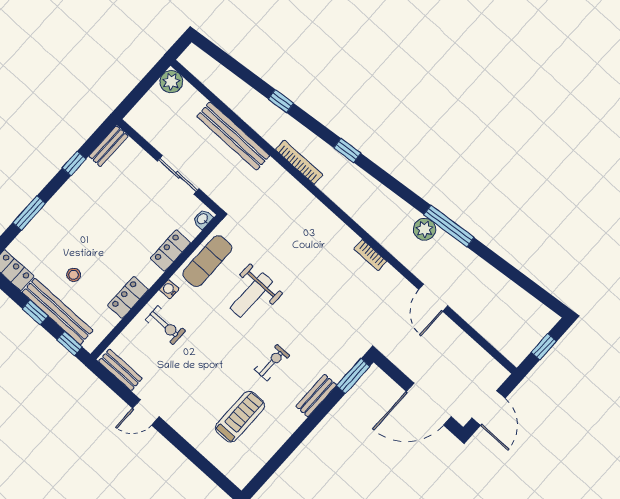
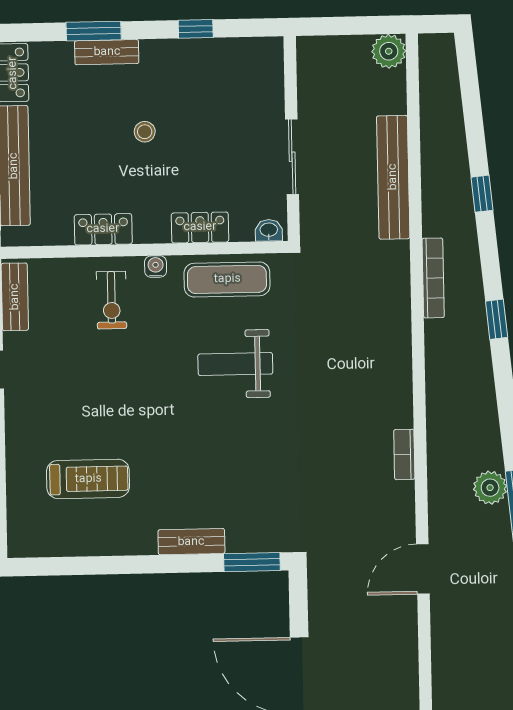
bench: (108, 146) -> (107, 52), moved
stool: (74, 275) -> (145, 132), moved
exercise bike: (272, 362) -> (182, 458), removed

